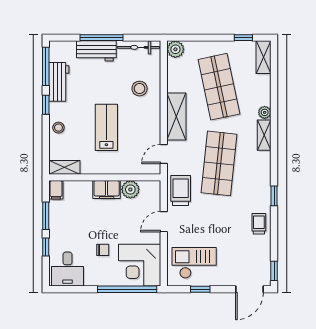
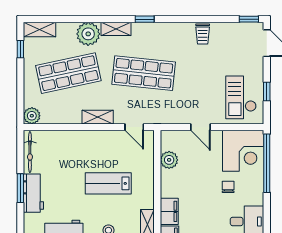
window: (101, 38) -> (20, 188), width x0.69
stool: (140, 89) -> (70, 151), removed
plant: (265, 112) -> (88, 34), width x1.87, depth x1.87
shelving: (176, 116) -> (98, 117), width x0.67, depth x0.75
filing cabinet: (107, 190) -> (169, 211), moved
trolley: (181, 190) -> (170, 111), removed
window: (274, 196) -> (145, 19), moved
trolley: (259, 224) -> (203, 34), turned -90

